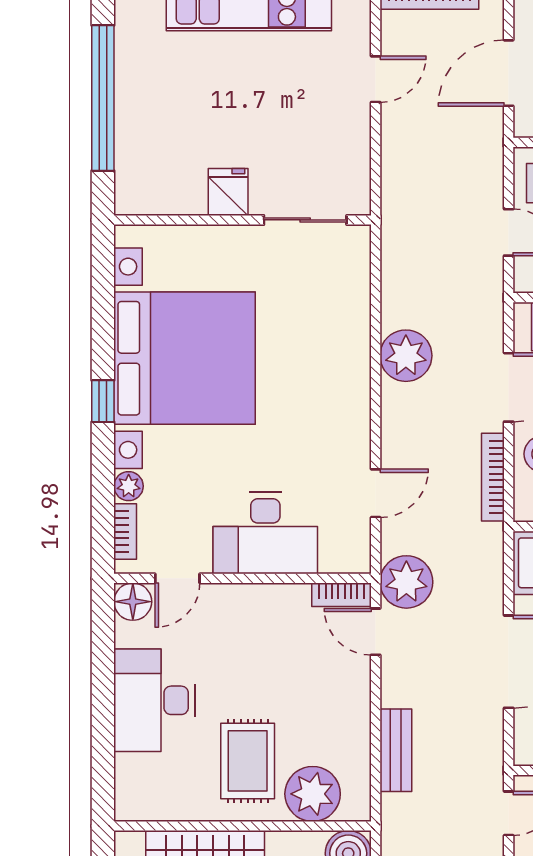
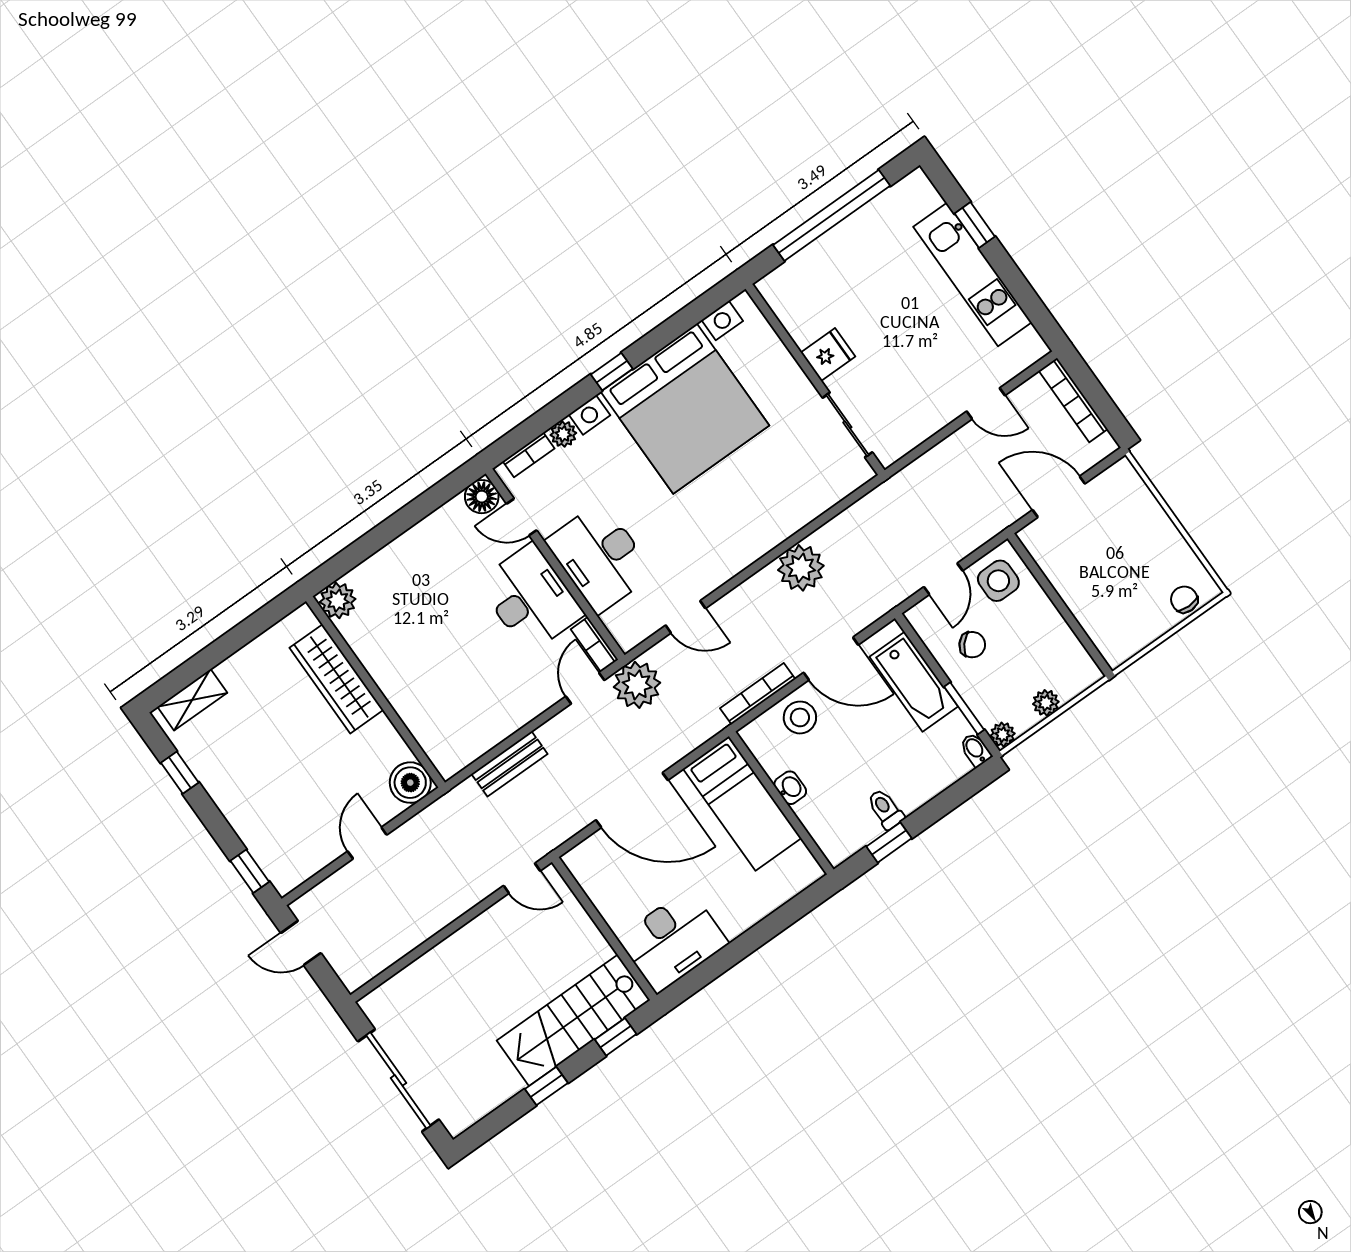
desk: (154, 700) -> (530, 598), moved, turned 90
rug: (248, 761) -> (425, 662), removed
plant: (313, 794) -> (338, 601), moved, width x0.73, depth x0.73

